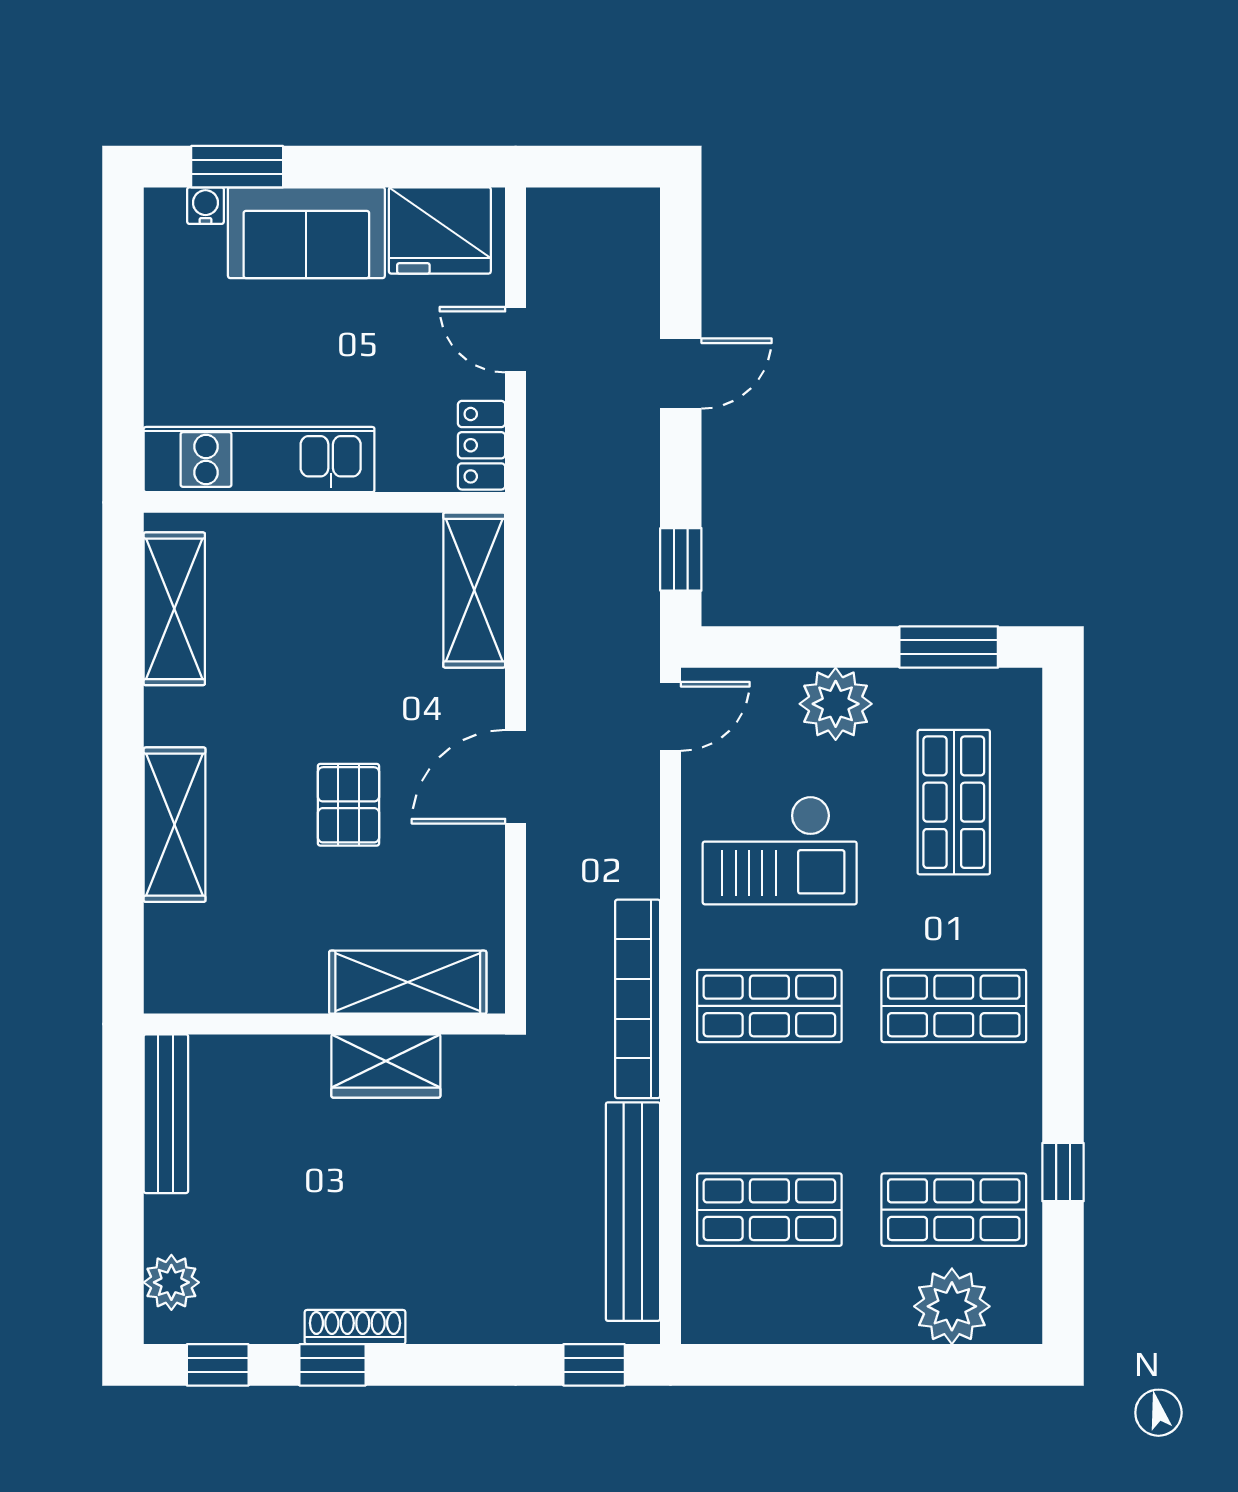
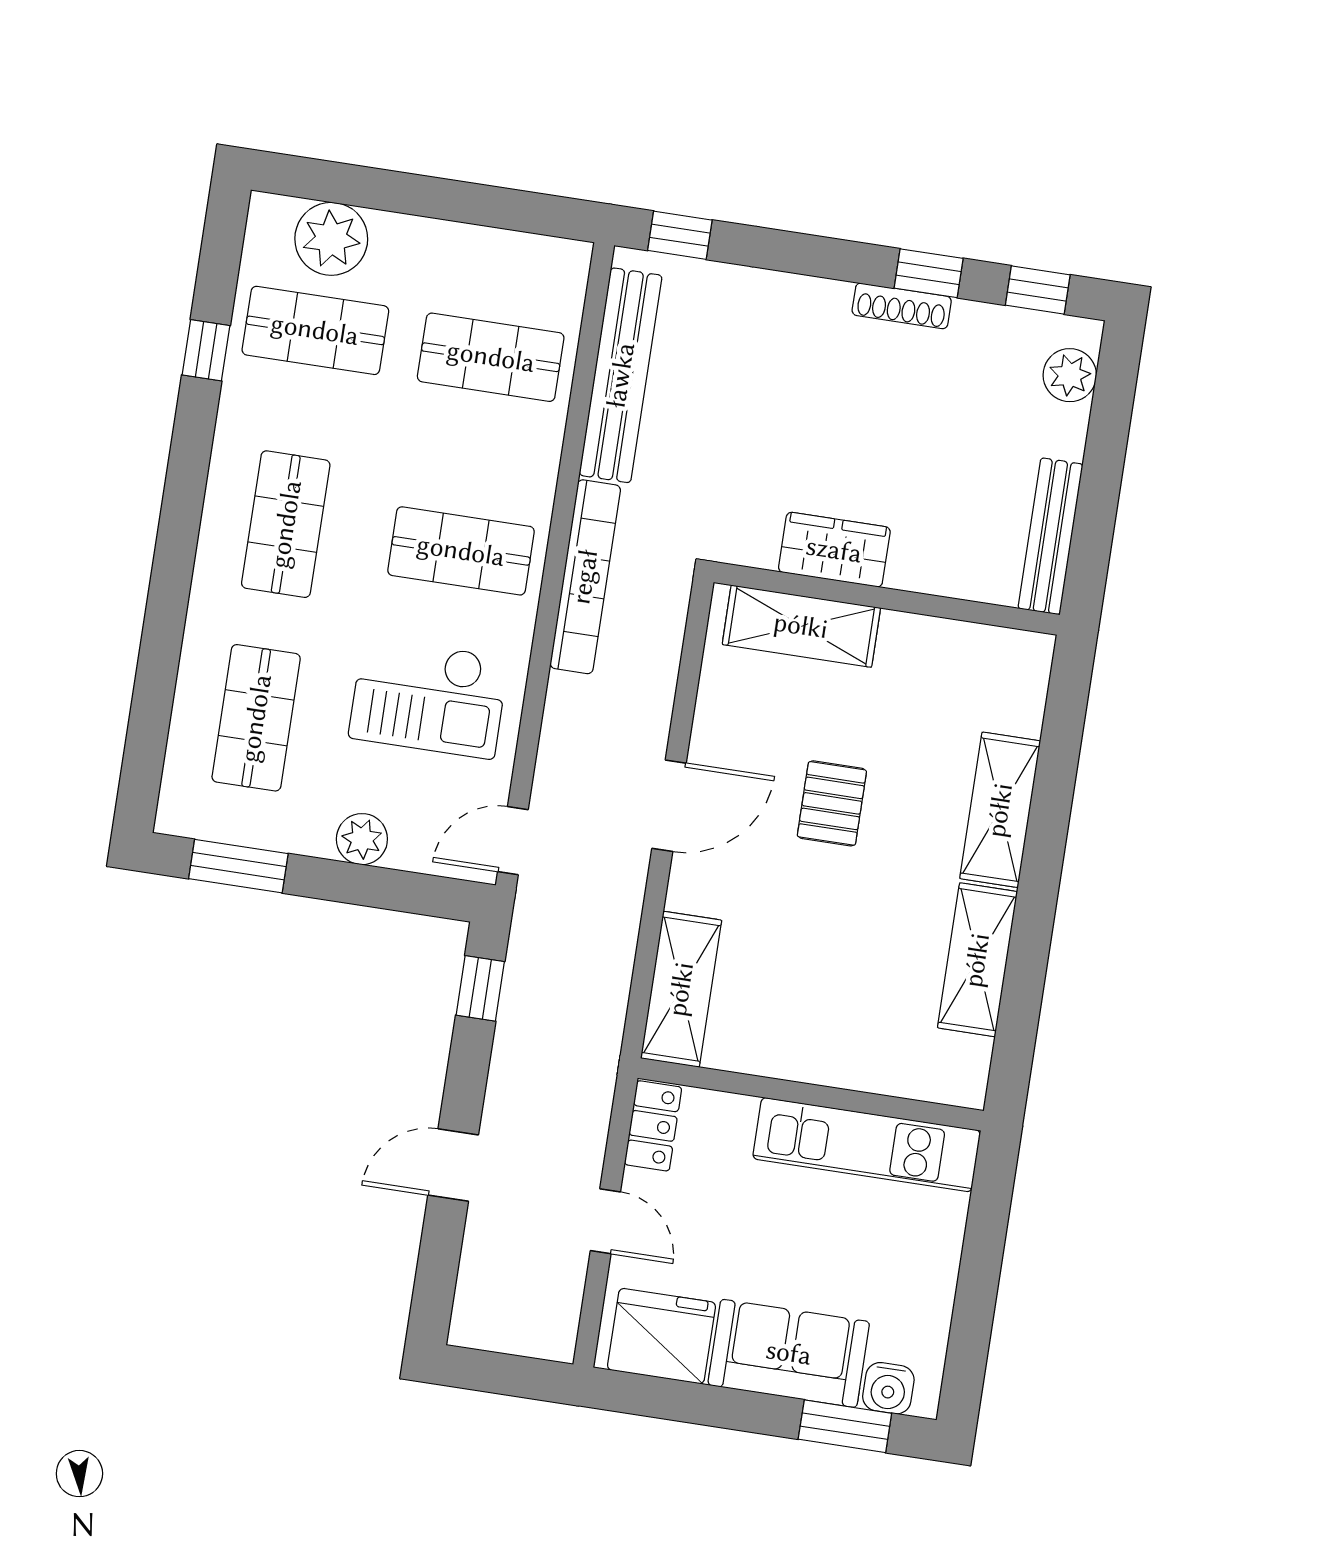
water cooler: (205, 206) -> (888, 1388), width x1.38, depth x1.38
shelving: (174, 609) -> (977, 960), moved
plant: (836, 704) -> (362, 839), width x0.73, depth x0.73
checkout: (780, 850) -> (429, 697), turned 180
shop shelf: (954, 1006) -> (286, 524), turned 90

